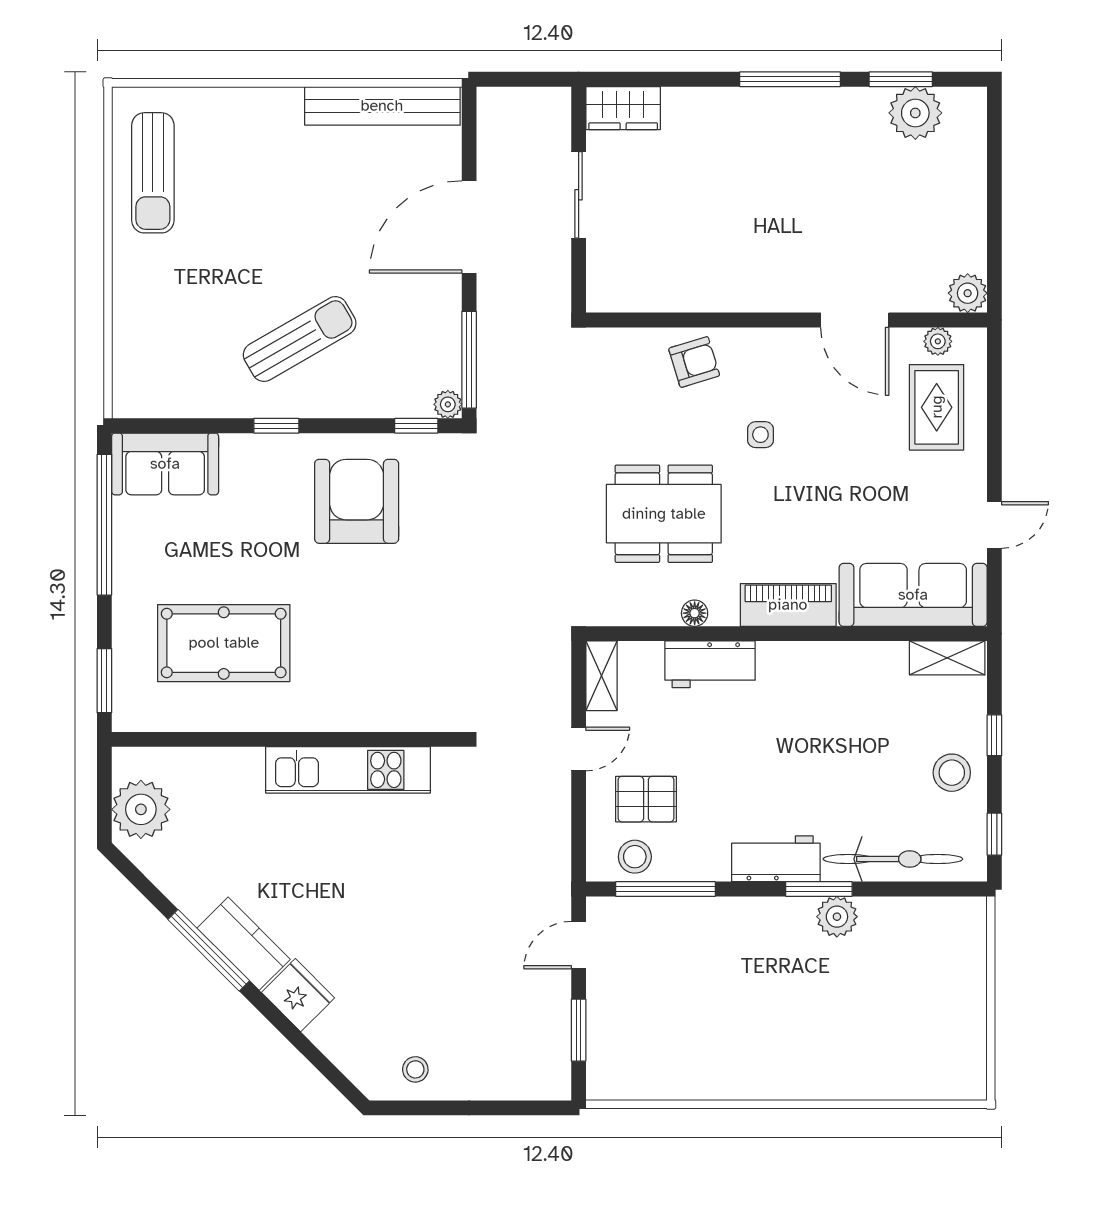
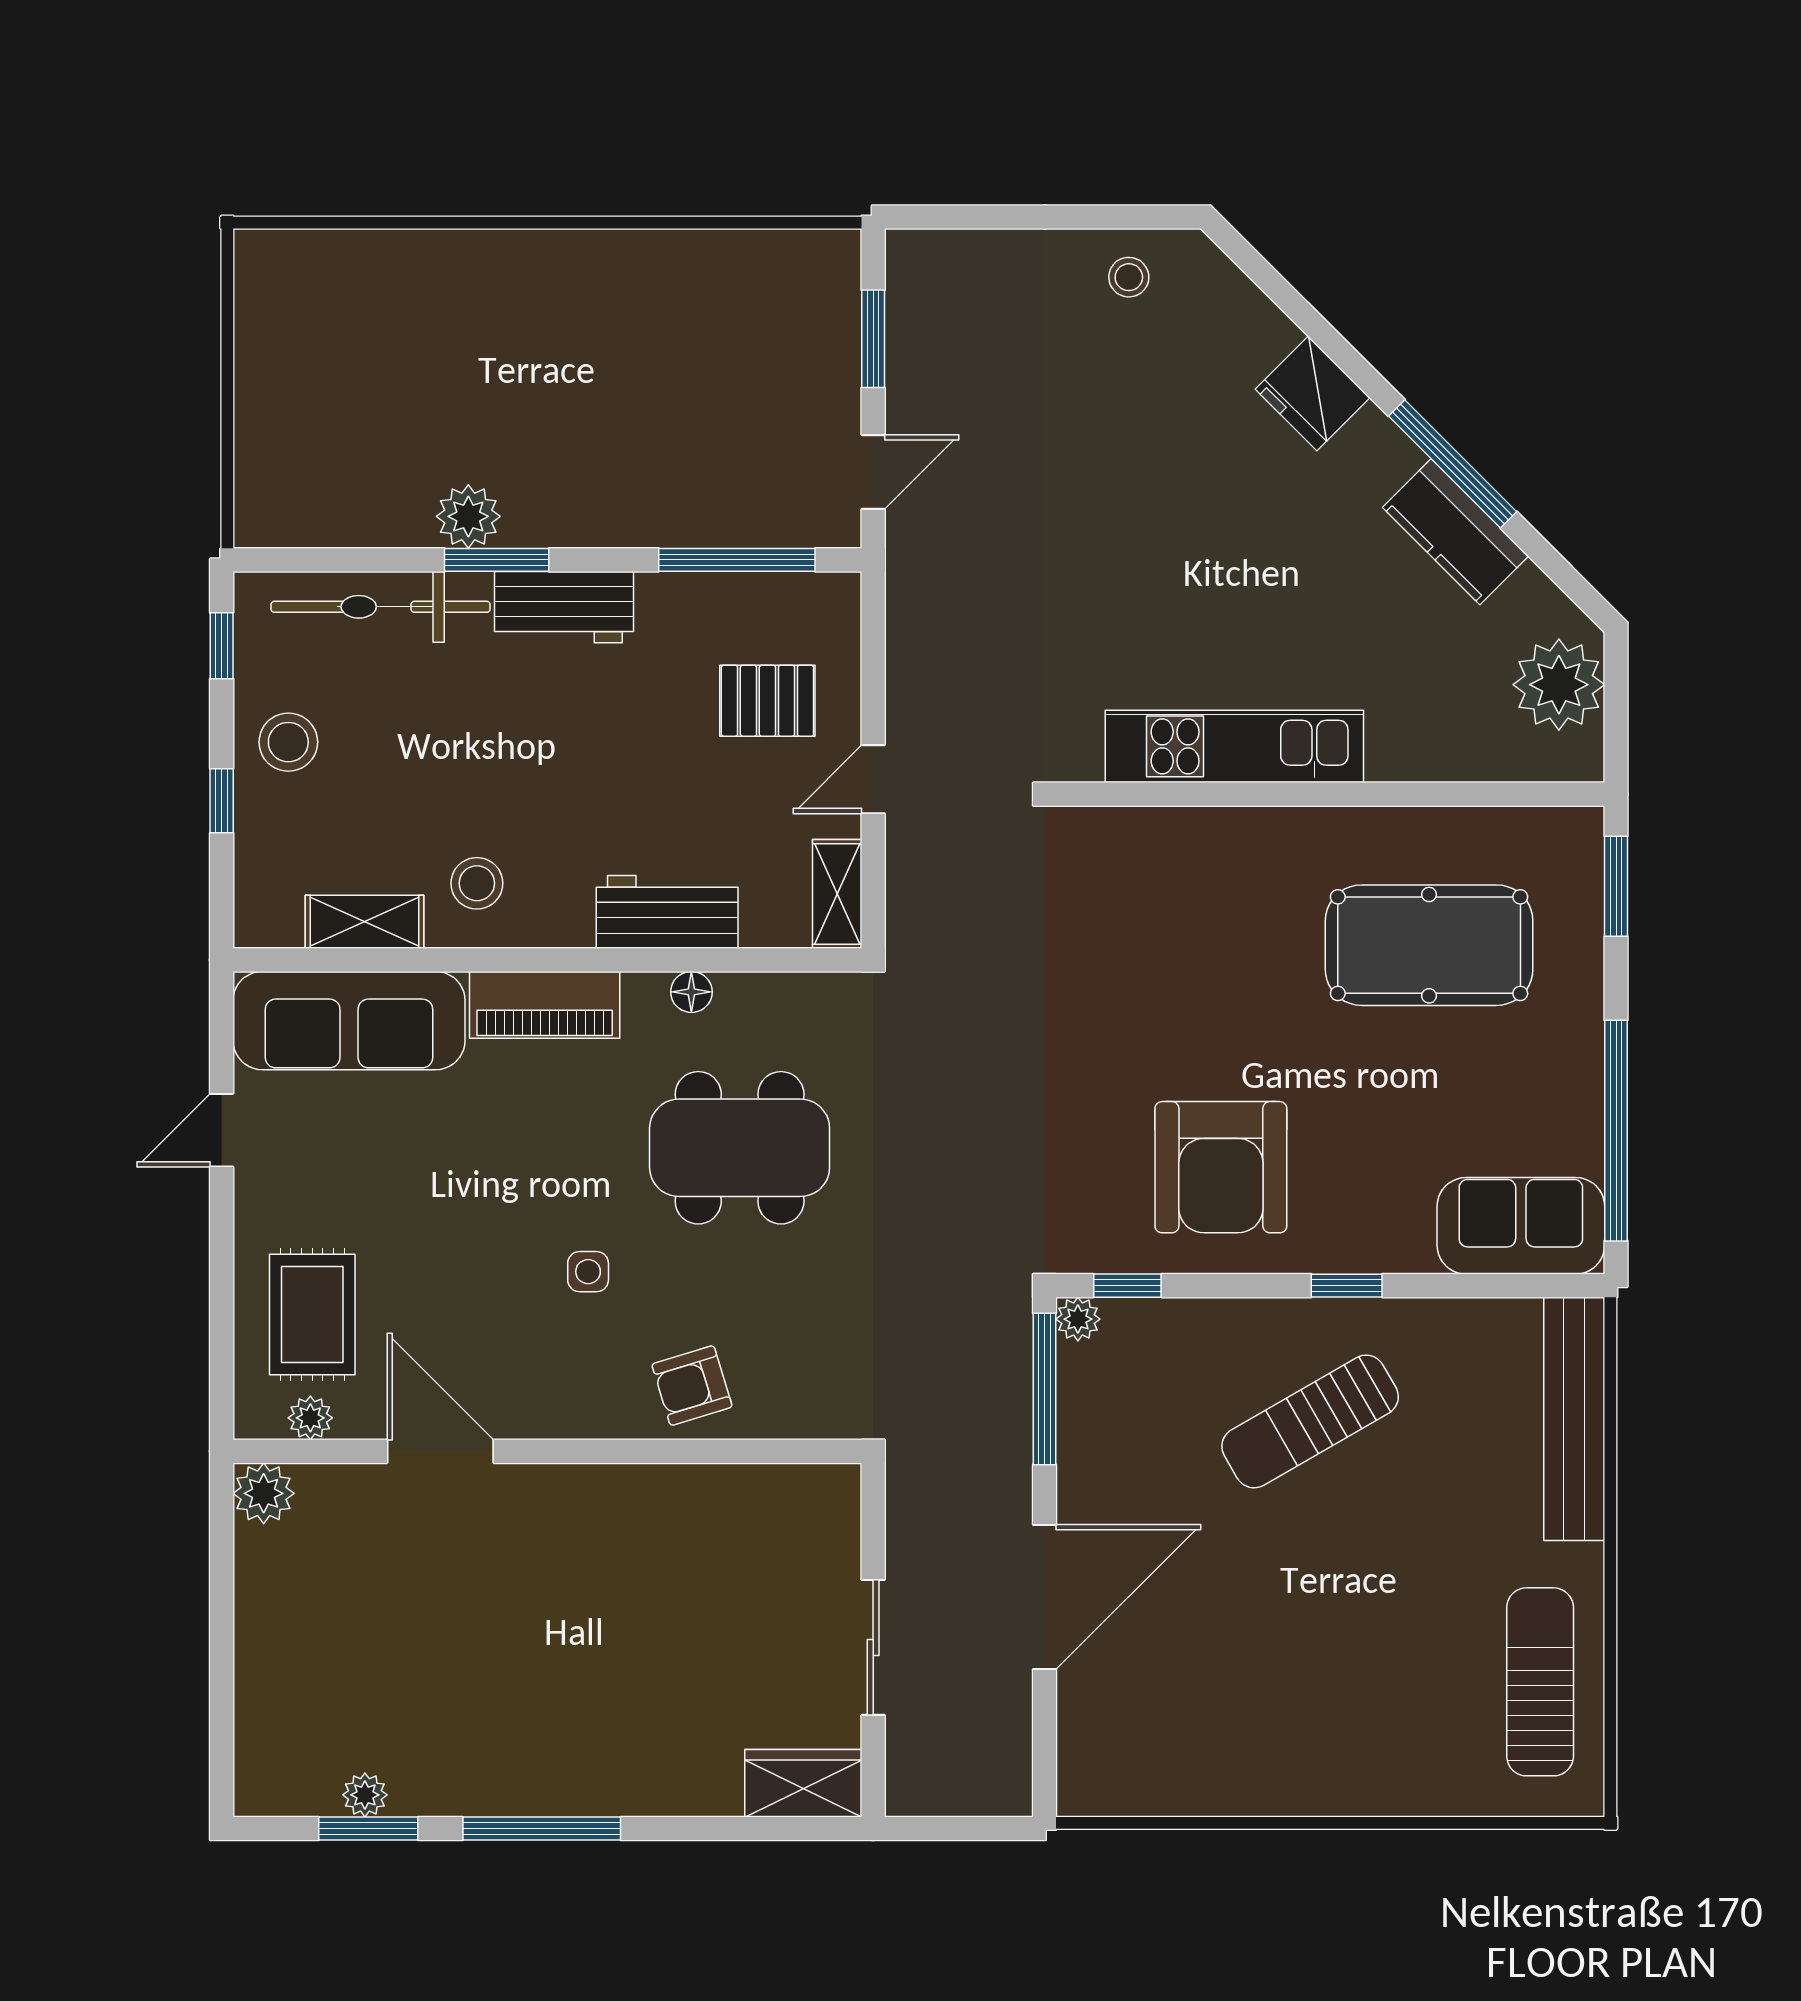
bench: (382, 106) -> (1574, 1419), moved, turned 90
plant: (915, 113) -> (365, 1795), width x0.53, depth x0.53
shelving: (947, 658) -> (364, 922), moved
stool: (635, 857) -> (477, 883), moved
kitchen counter: (244, 944) -> (1455, 532), moved

